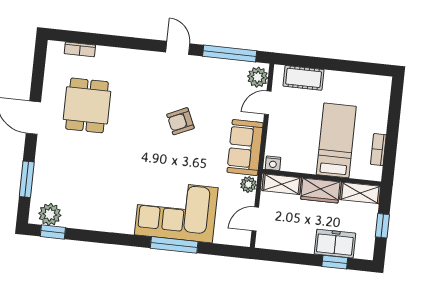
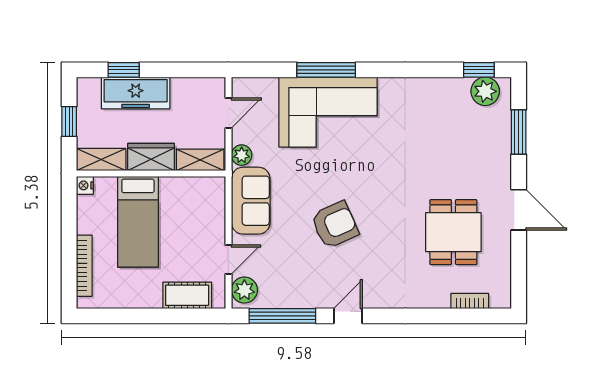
door: (178, 48) -> (348, 316), swing flipped
armchair: (180, 121) -> (335, 225), width x1.38, depth x1.38
bookcase: (378, 150) -> (84, 266), moved, width x1.56
nightstand: (273, 163) -> (85, 185), moved, turned -90
freezer: (335, 244) -> (136, 93), width x1.40

